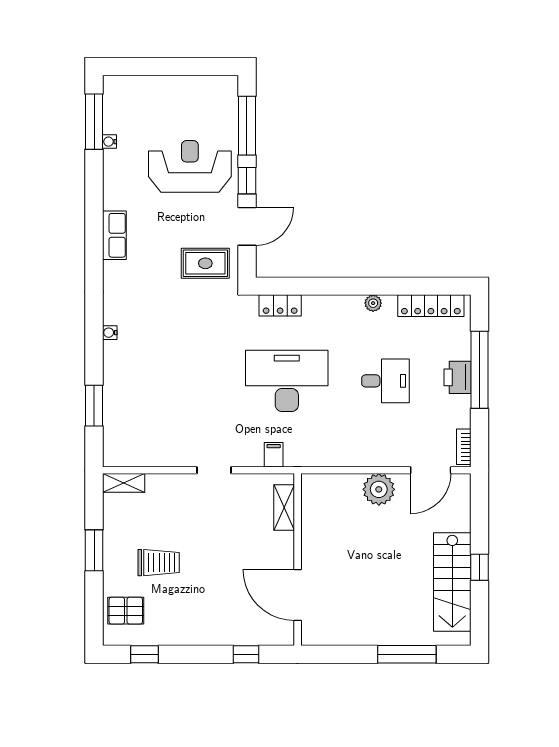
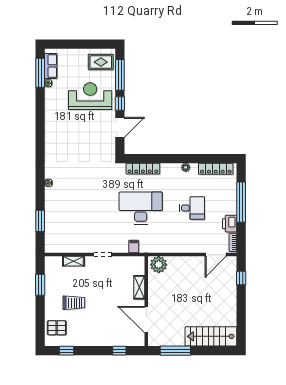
row of seats: (114, 235) -> (51, 66), moved
rug: (205, 263) -> (101, 62), moved
locker: (280, 305) -> (143, 169), width x1.53
printer: (457, 377) -> (230, 224), moved
shelving: (124, 483) -> (73, 261), moved
plant: (379, 489) -> (159, 265), moved
shelving: (284, 507) -> (139, 287), moved
window: (94, 550) -> (40, 285), moved
window: (480, 567) -> (241, 278), moved
stairs: (452, 582) -> (211, 336), moved, turned 90
window: (407, 654) -> (175, 351), moved

